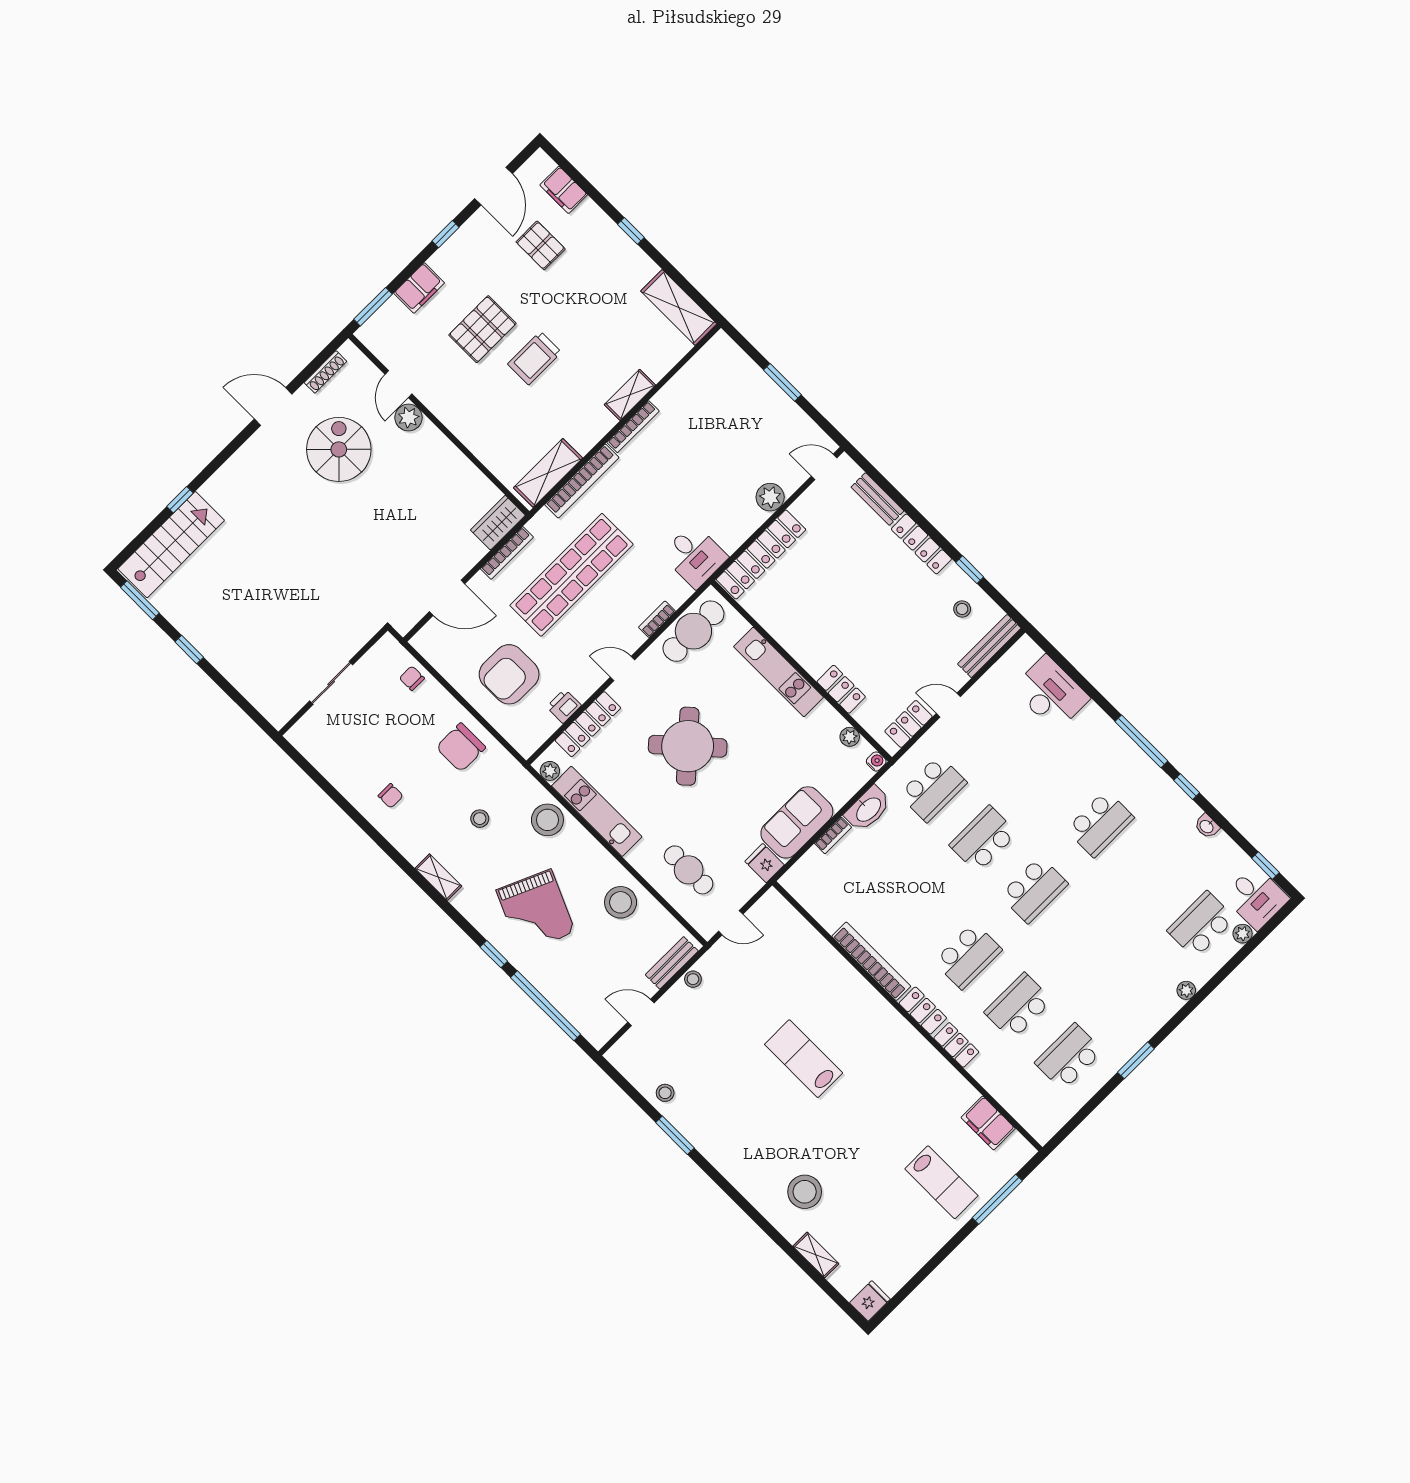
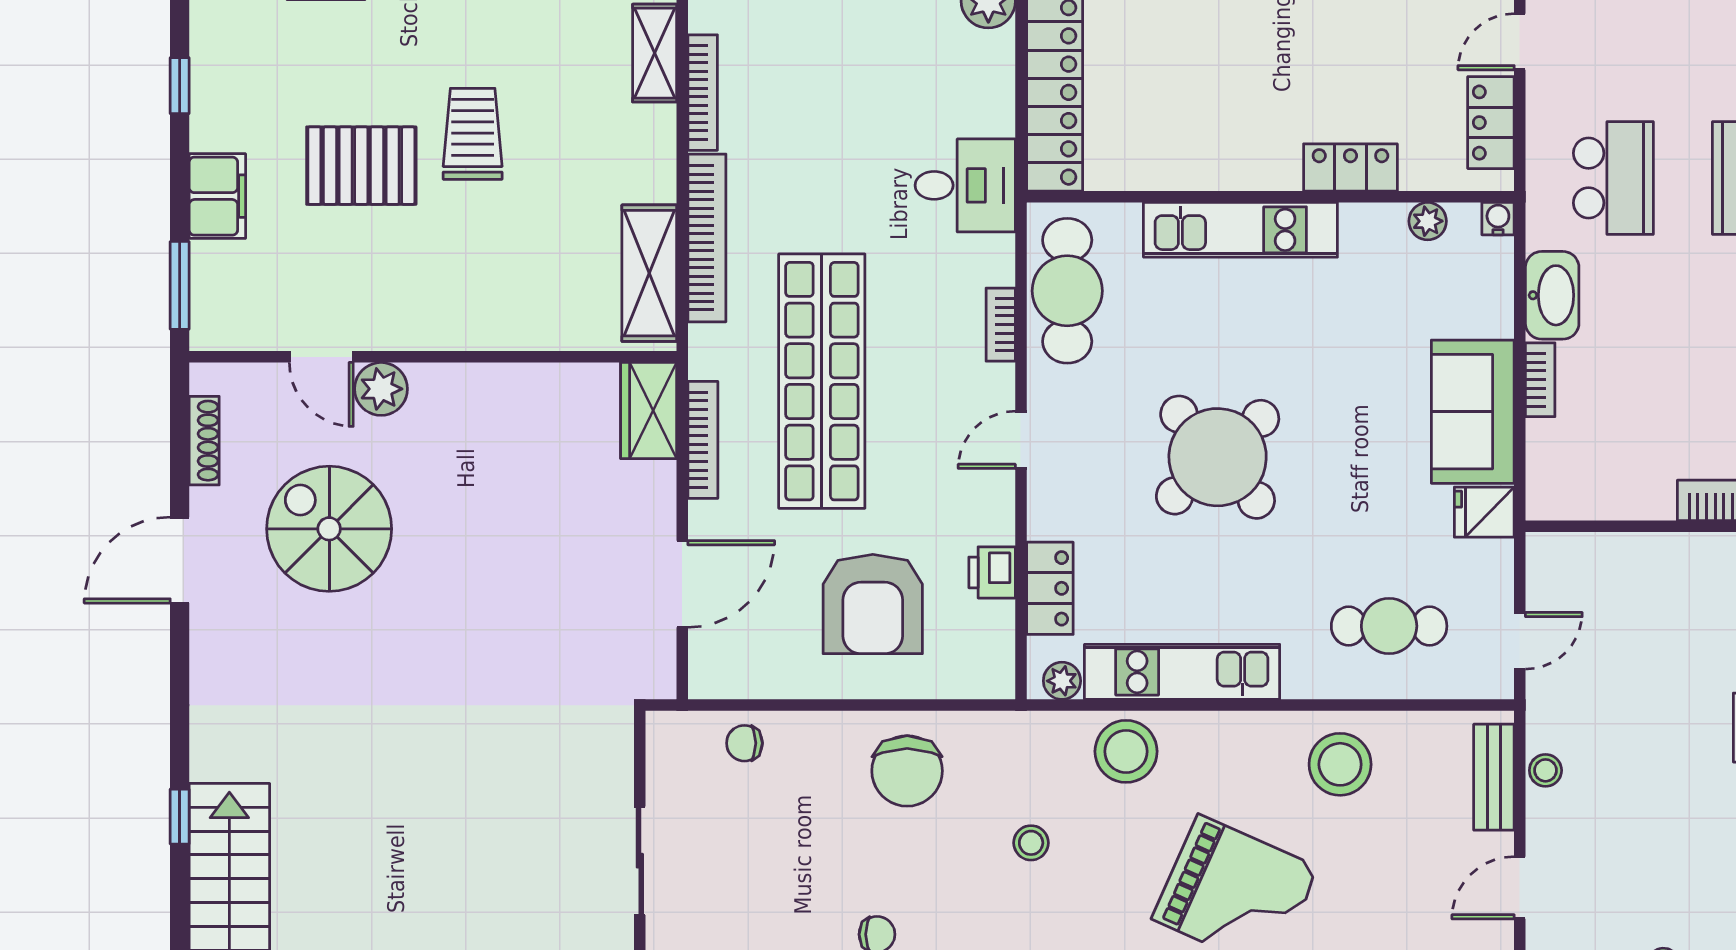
pallet: (482, 329) -> (361, 166), turned 90
trolley: (534, 358) -> (473, 134), turned 180
locker: (588, 724) -> (1050, 588), width x0.66

